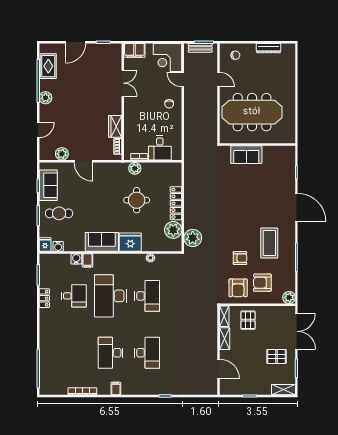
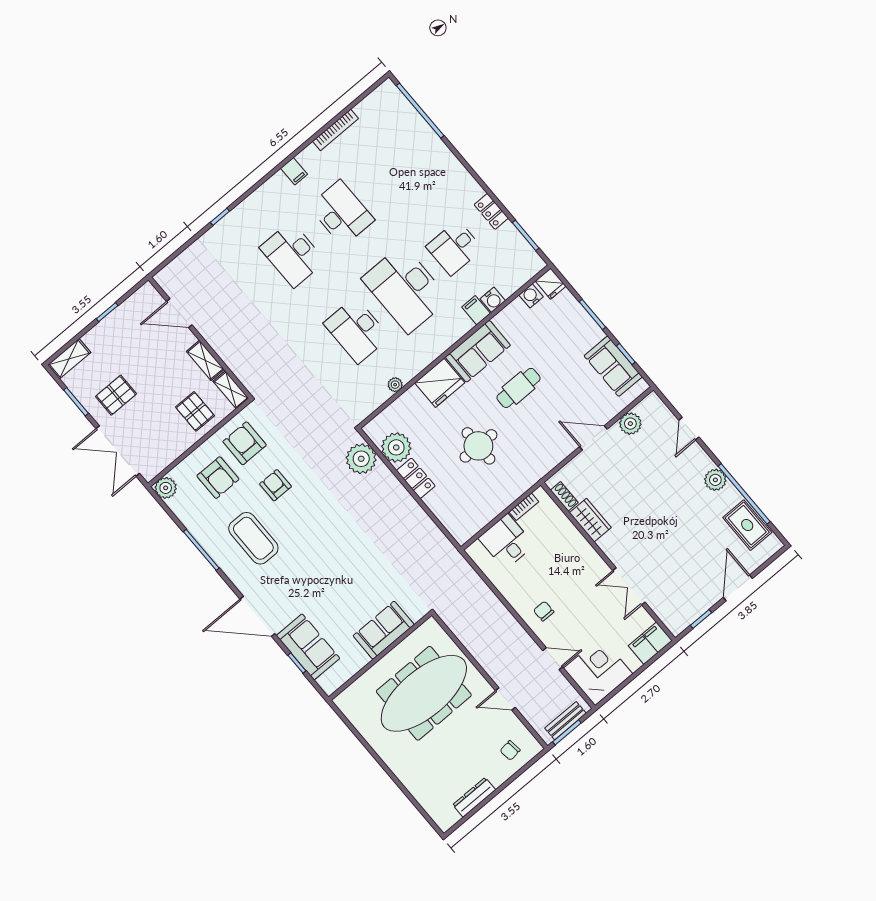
plant: (135, 168) -> (517, 486), removed
sofa: (286, 175) -> (308, 647), added
locker: (176, 203) -> (416, 478), width x0.66
cafe table: (59, 213) -> (518, 388), moved
armchair: (240, 258) -> (275, 485), turned 90
armchair: (262, 283) -> (218, 478), turned 90
desk: (110, 296) -> (405, 289), turned 180

